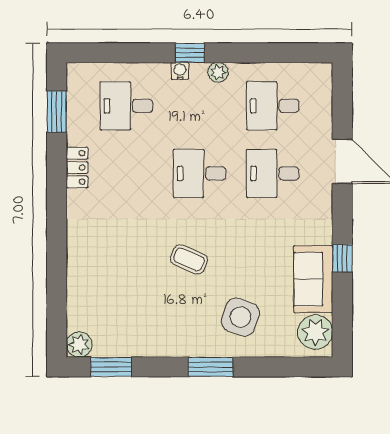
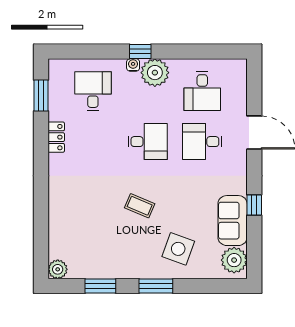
plant: (218, 72) -> (155, 73), width x1.88, depth x1.88
desk: (126, 106) -> (93, 91), turned 90
desk: (273, 106) -> (202, 91), turned -90
desk: (199, 173) -> (148, 142), turned 180
window: (111, 367) -> (100, 286), moved

